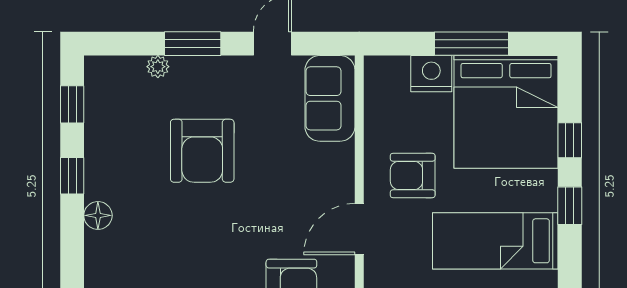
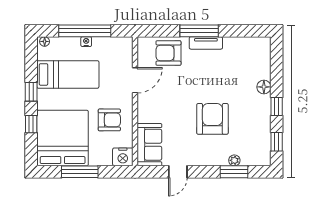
window: (193, 44) -> (234, 172), moved
nightstand: (431, 74) -> (123, 157), moved
armchair: (413, 176) -> (109, 120), moved

